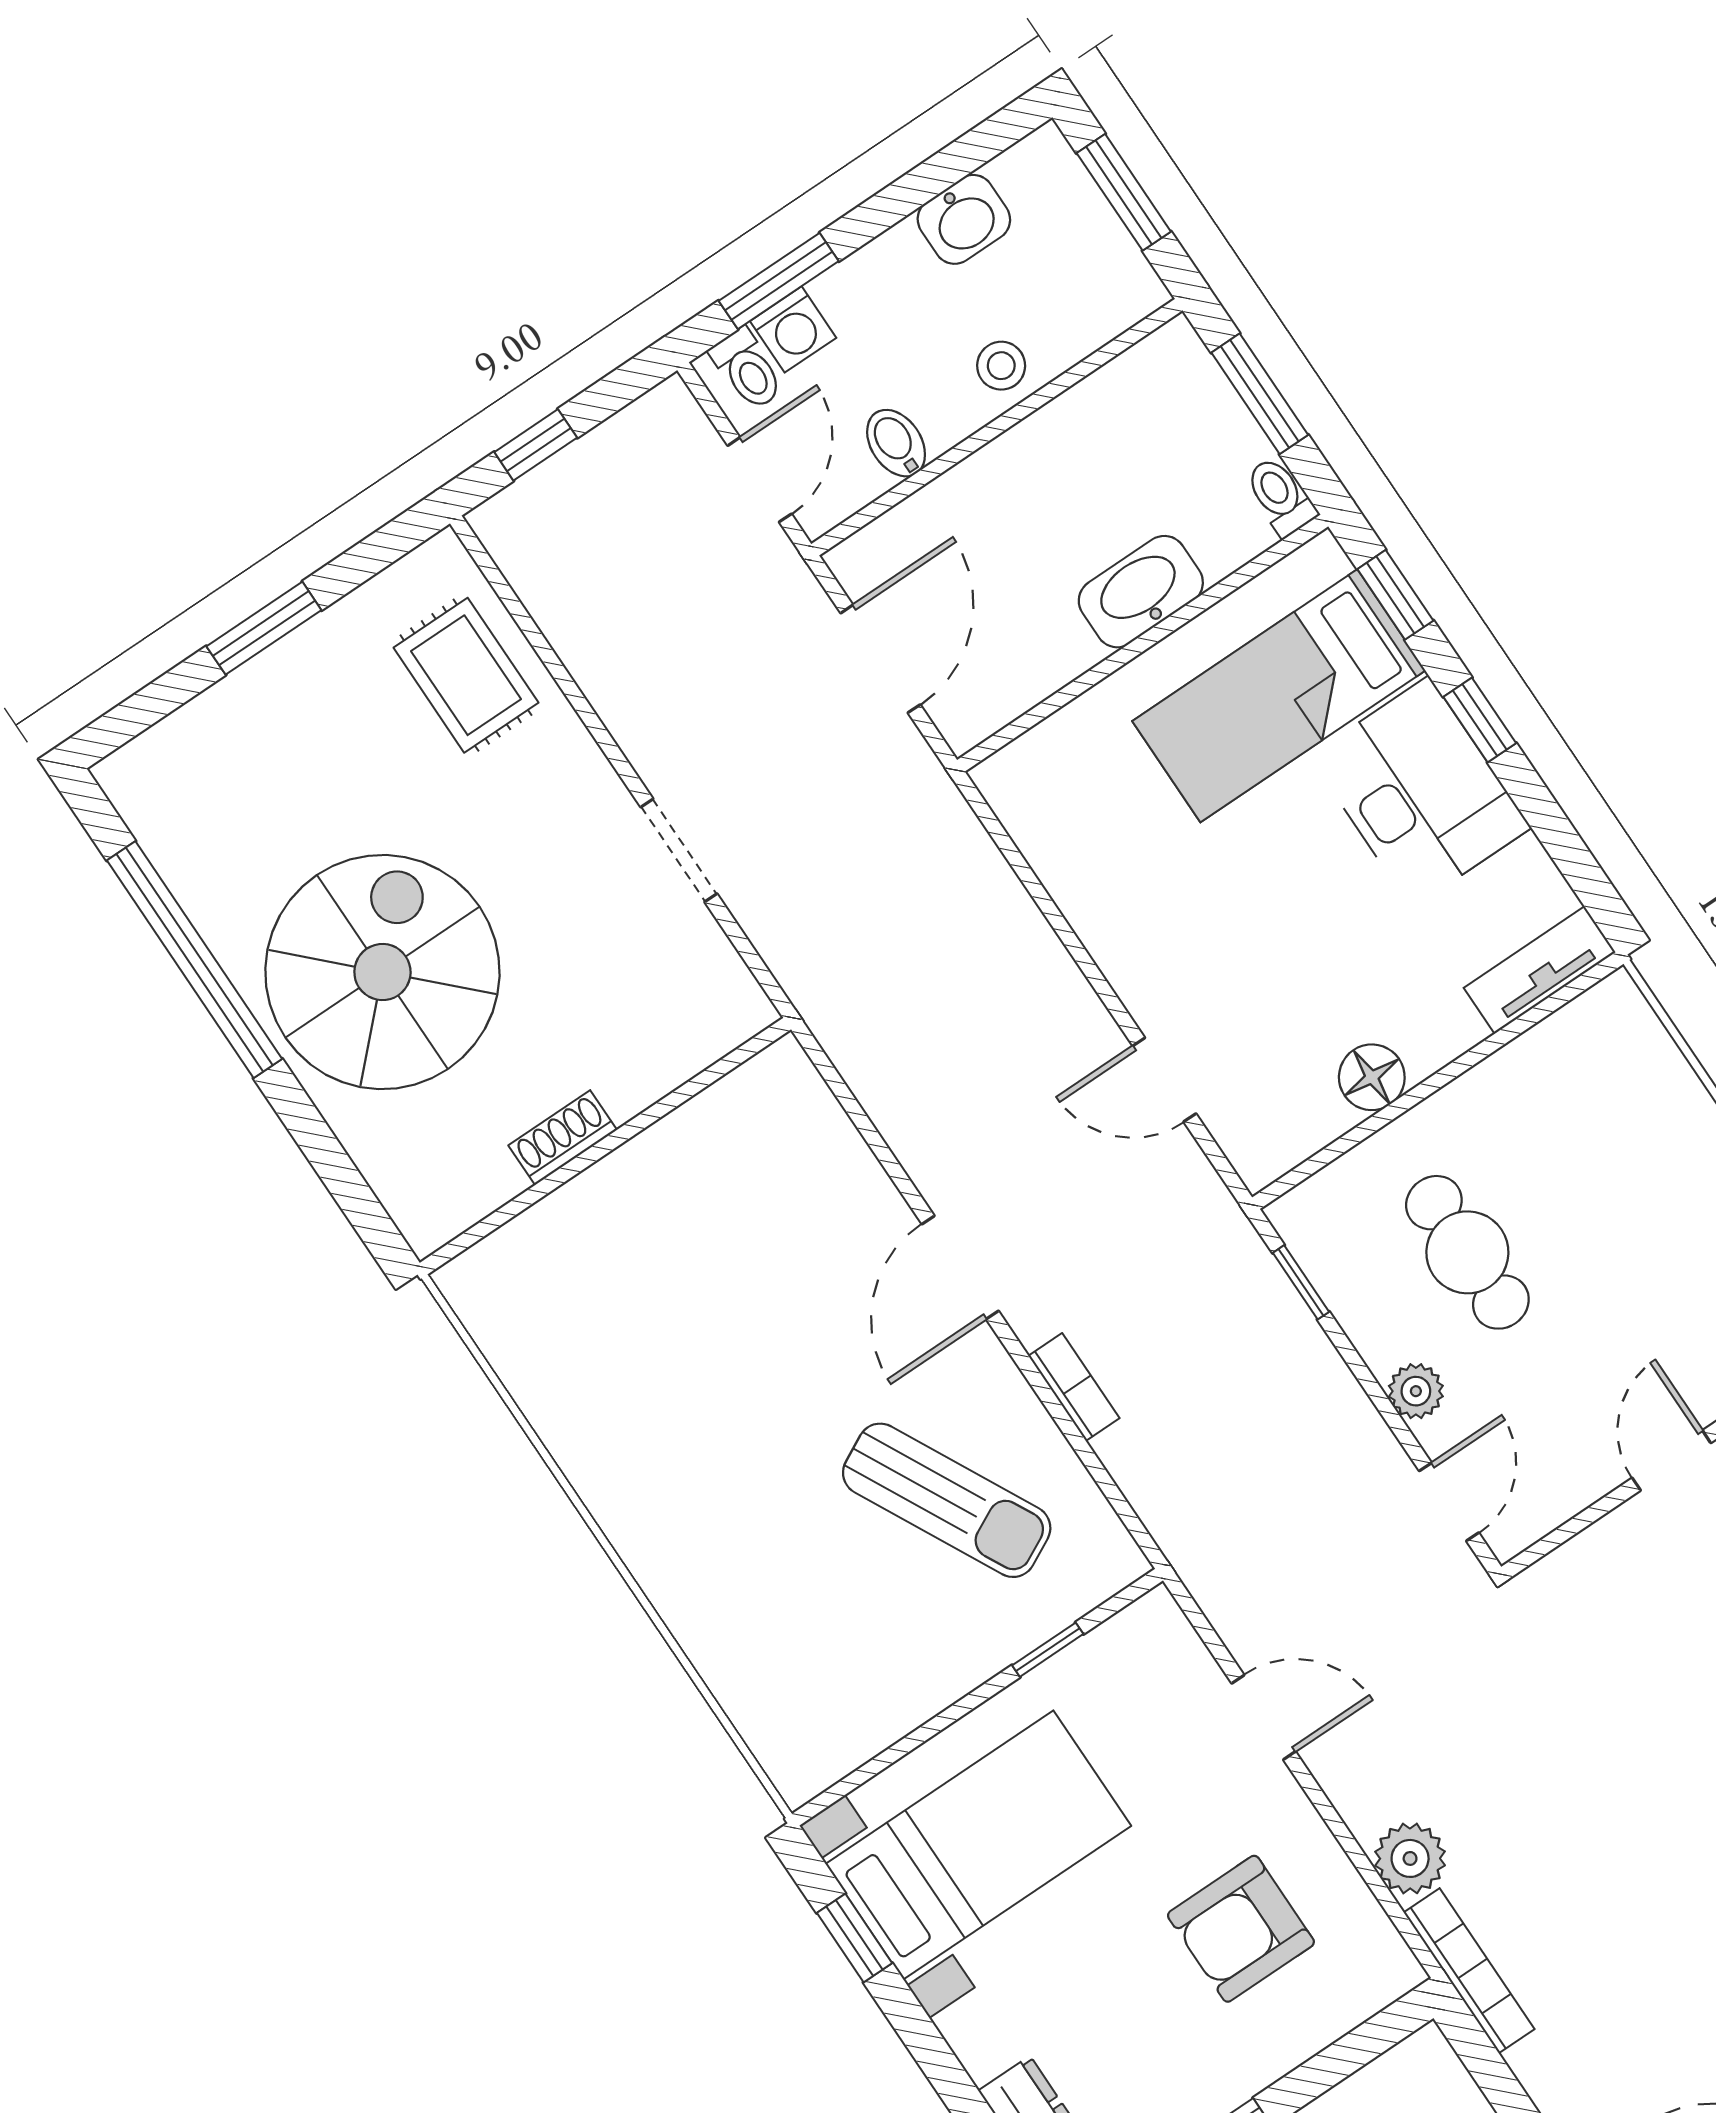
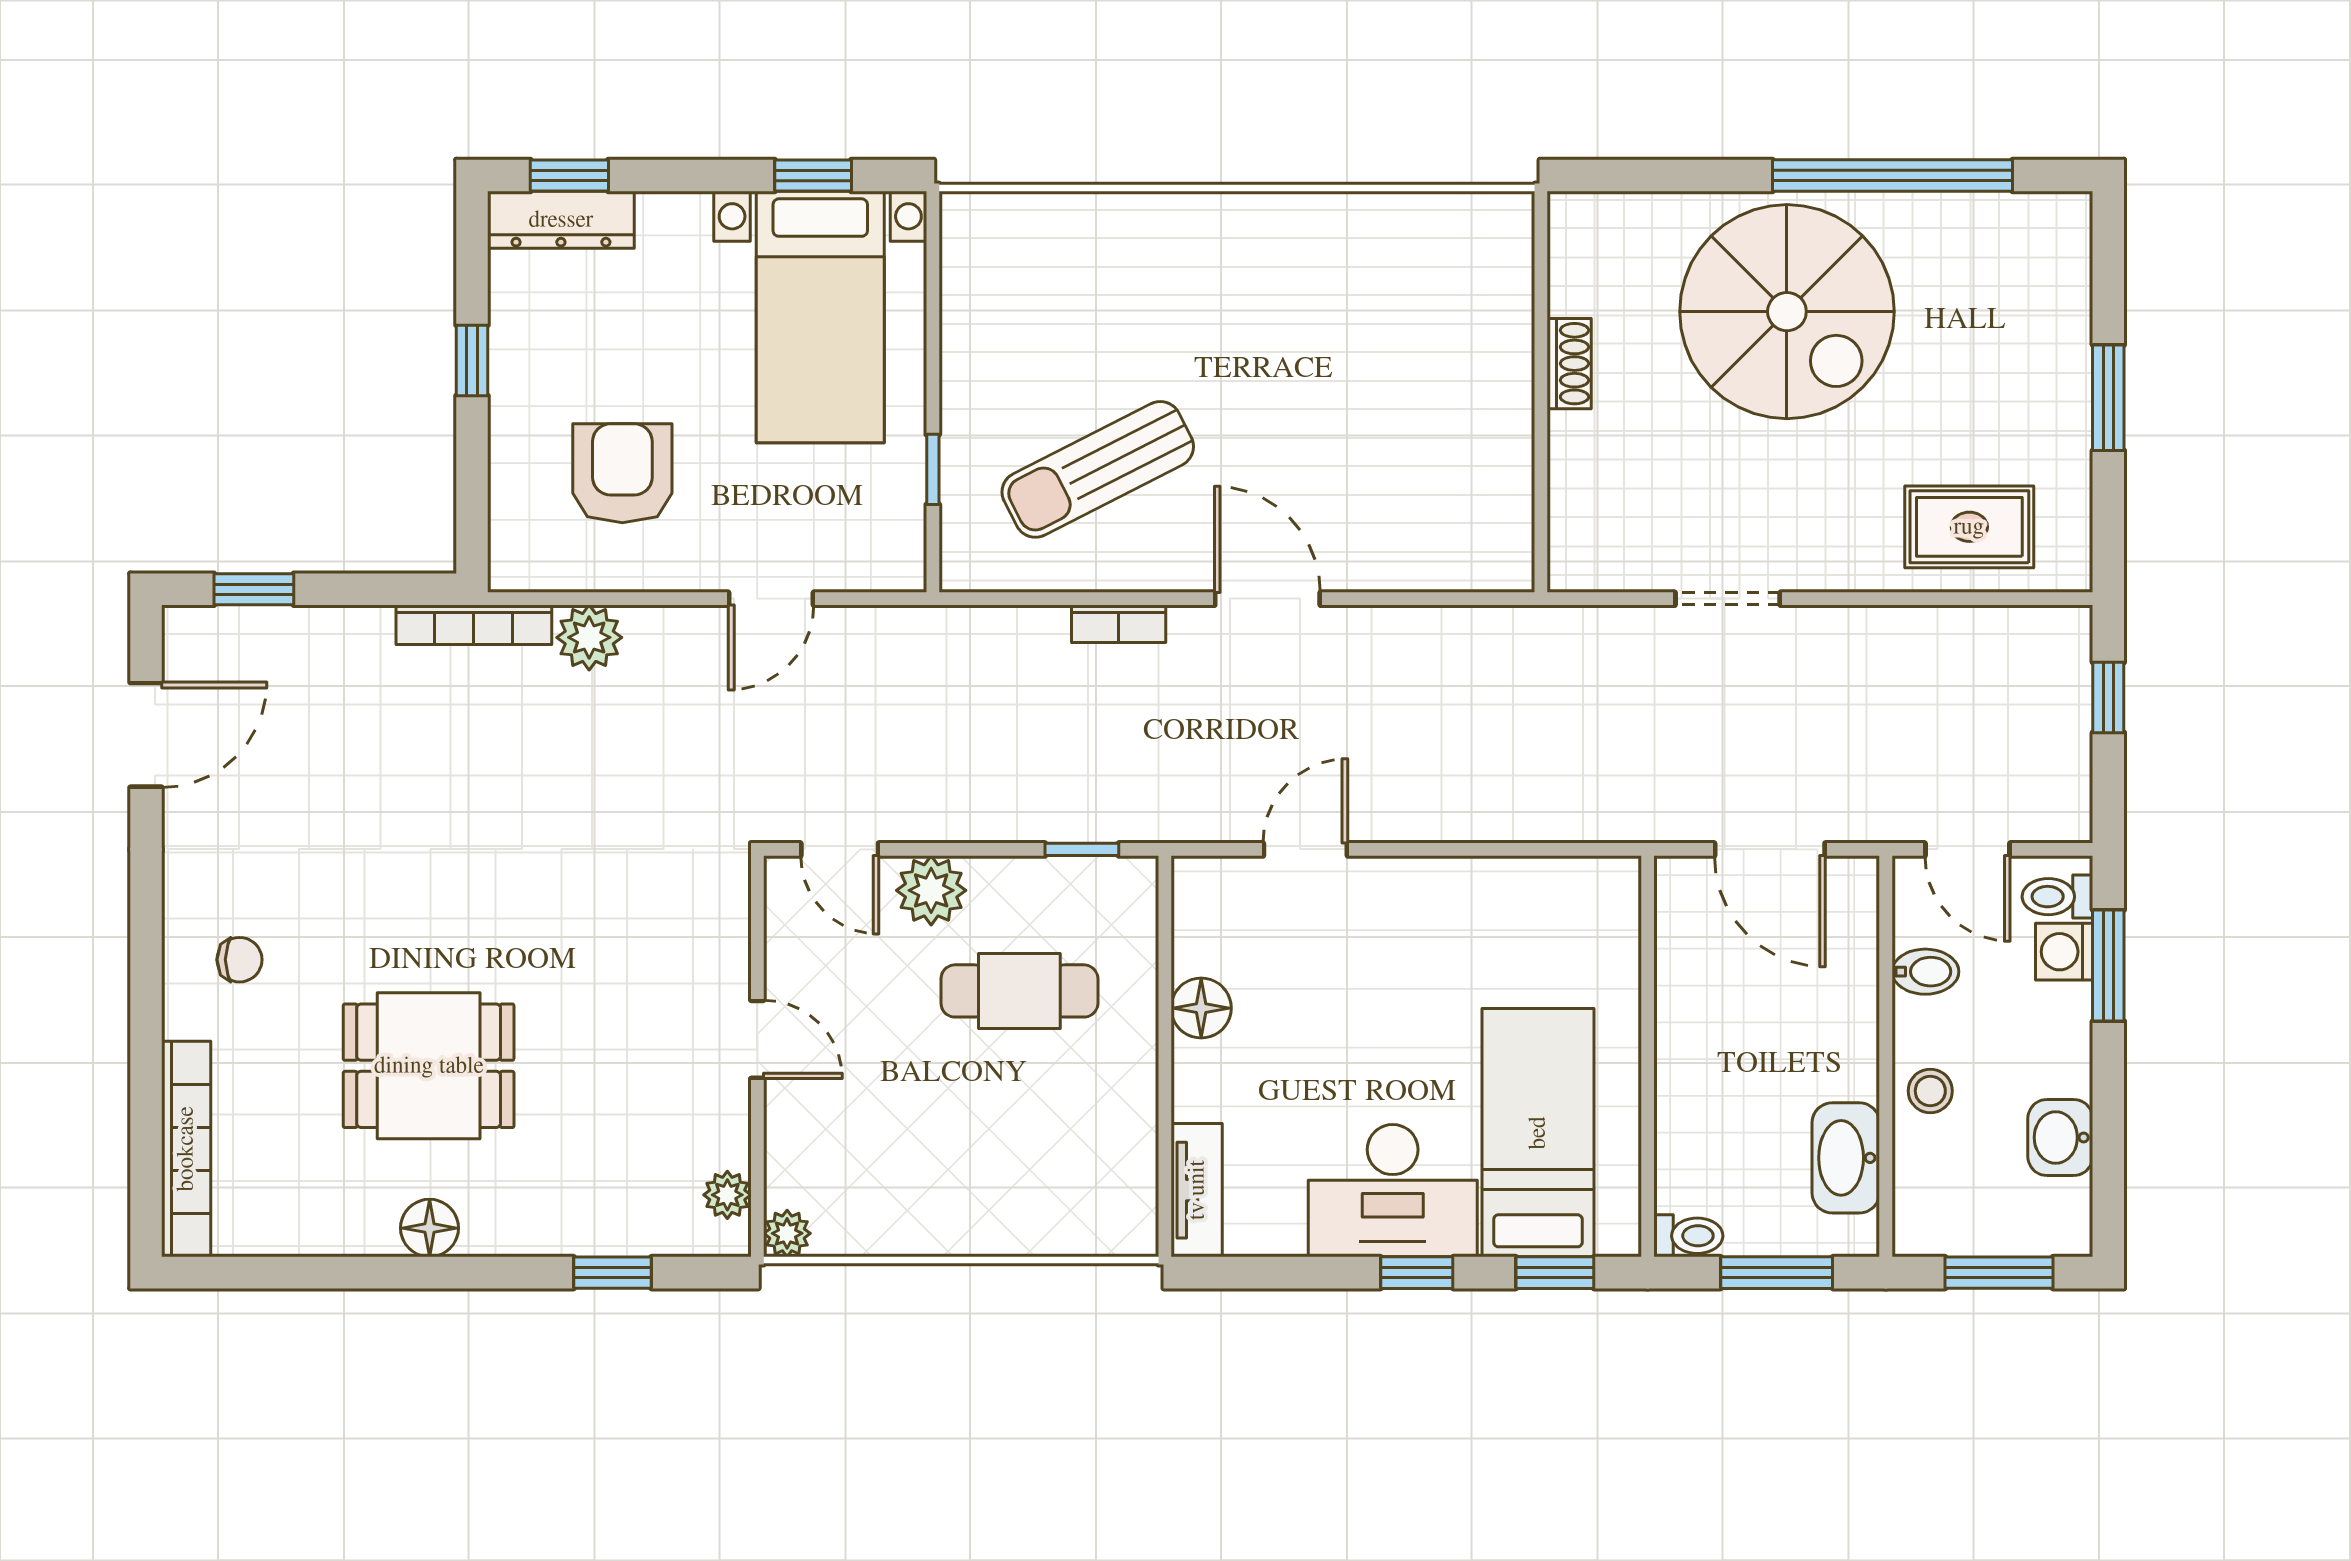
washbasin: (1141, 592) -> (1846, 1158), moved, turned 180
plant: (1416, 1391) -> (931, 890), width x1.38, depth x1.38

